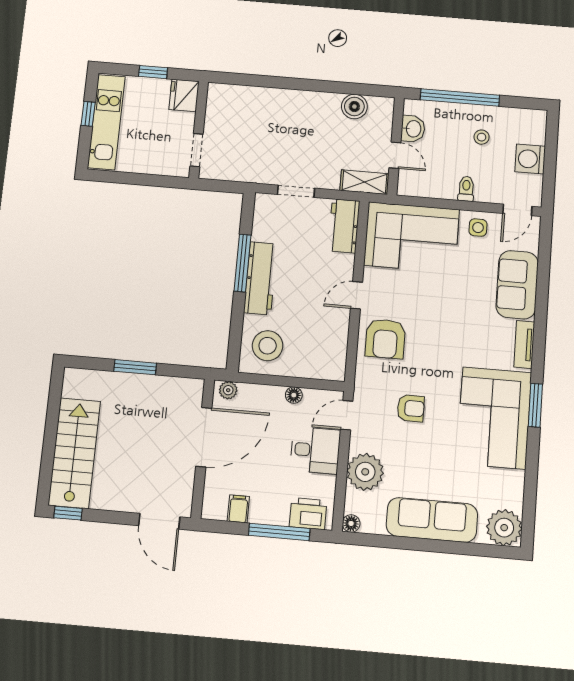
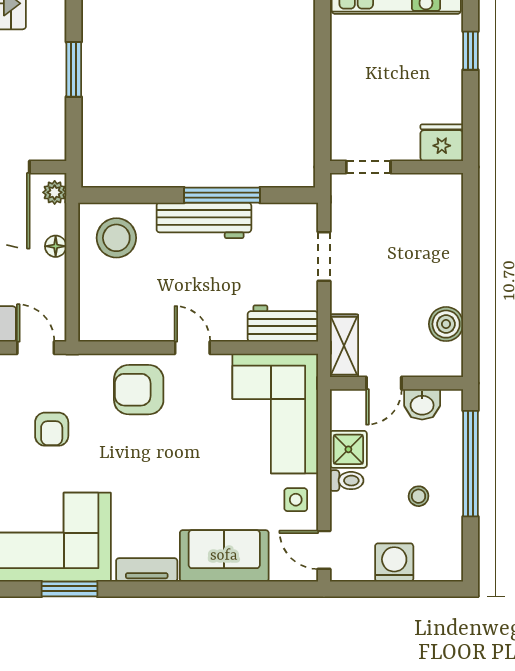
fridge: (184, 95) -> (442, 143), moved
wall: (199, 130) -> (396, 167), moved
doorway: (197, 150) -> (368, 167), moved
shower: (443, 185) -> (348, 449), added
floor lamp: (294, 395) -> (56, 246), moved

